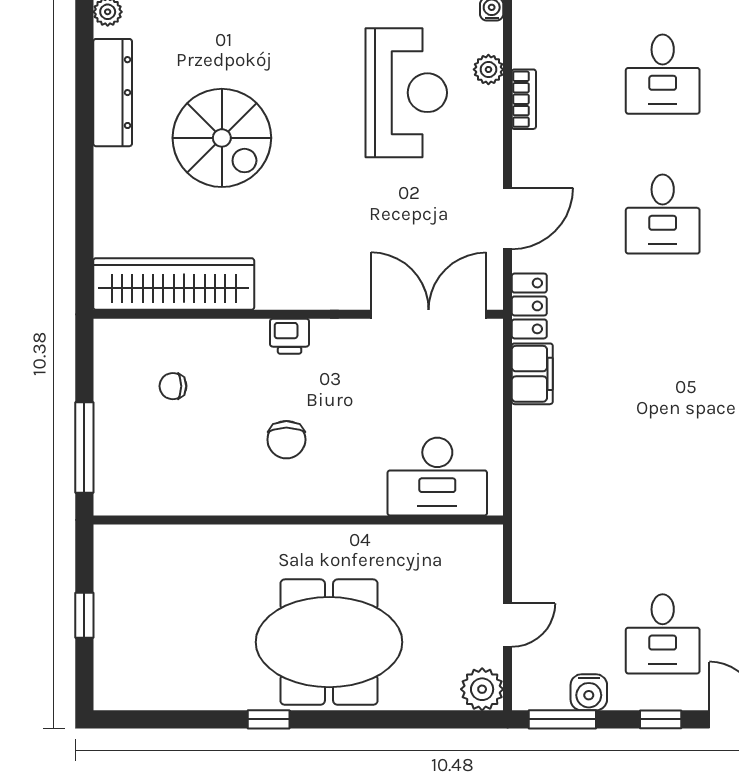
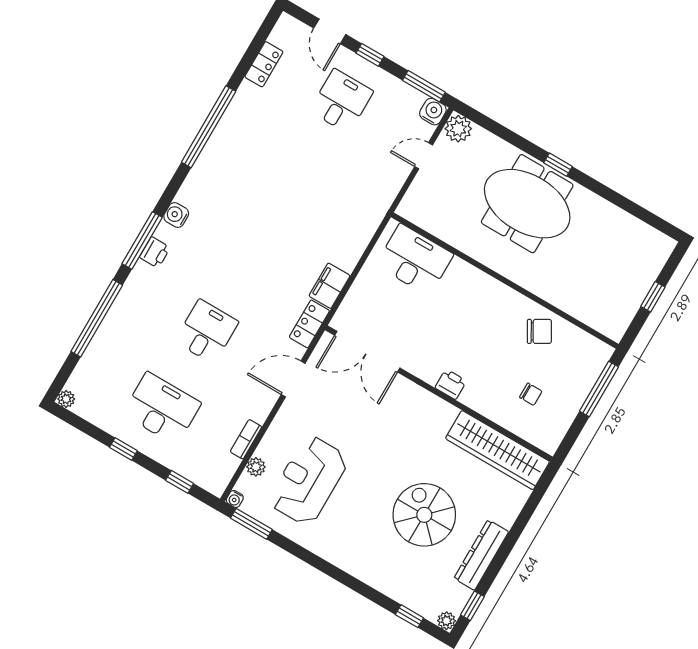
window: (84, 53) -> (472, 606), added
desk: (663, 74) -> (162, 408), width x1.37
dresser: (113, 93) -> (481, 555), moved
chair: (286, 440) -> (539, 331), moved, turned 60
water cooler: (589, 692) -> (433, 112), moved
window: (269, 719) -> (558, 165), moved

